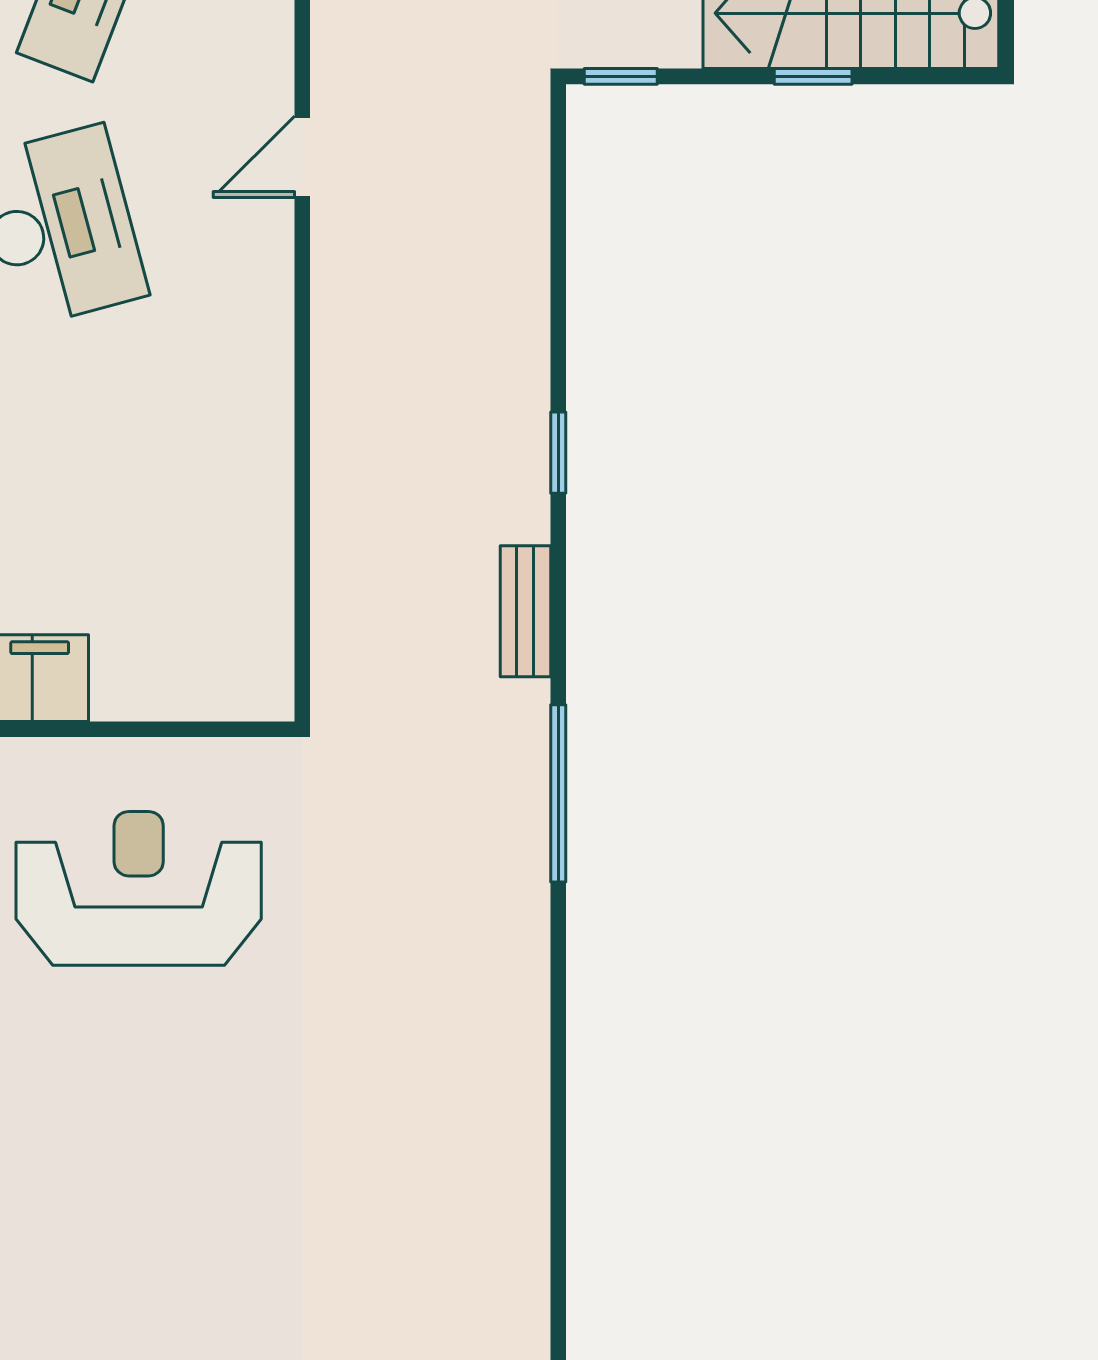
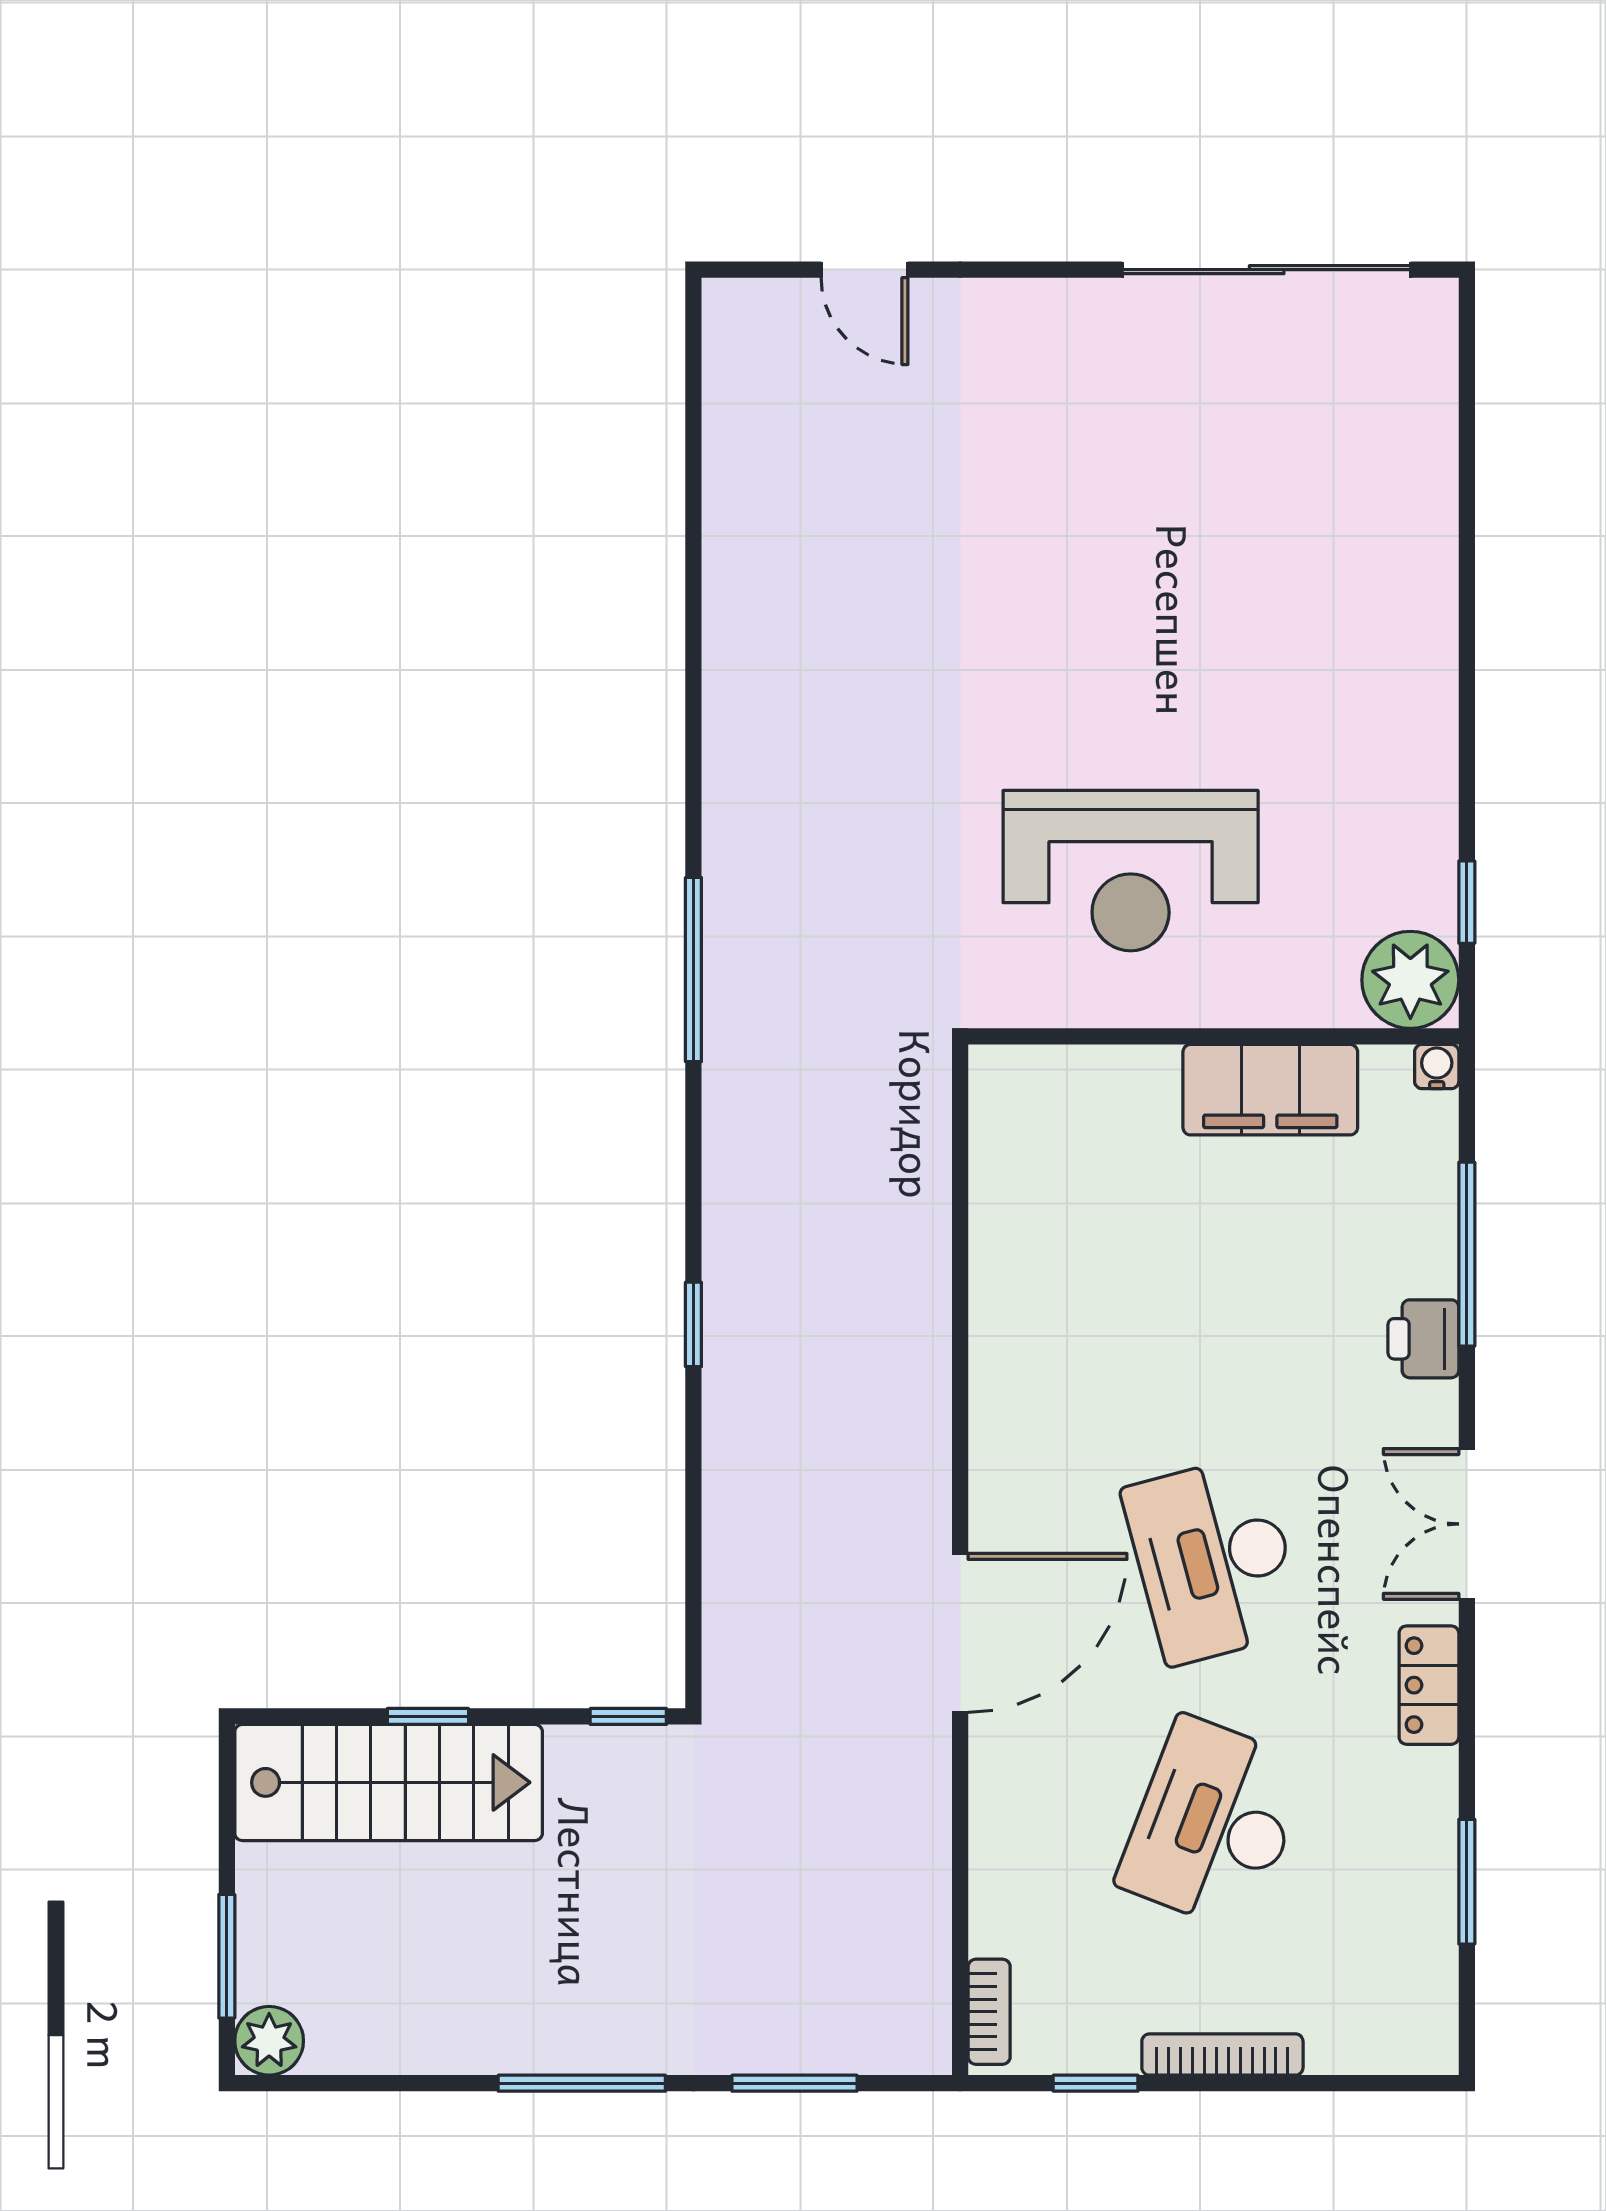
door: (302, 157) -> (960, 1633), width x1.88
bench: (525, 611) -> (728, 1159), removed

